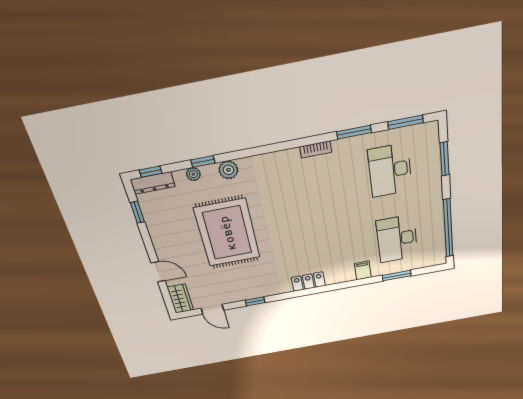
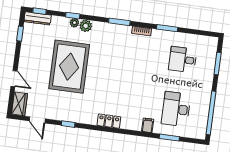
window: (405, 122) -> (119, 22), moved
desk: (390, 170) -> (183, 60), width x0.73
plant: (193, 174) -> (74, 23), moved

